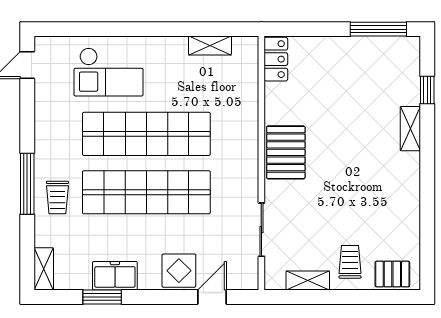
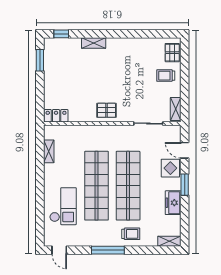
window: (378, 29) -> (40, 60), width x0.69
window: (427, 90) -> (61, 34), moved
pallet: (286, 152) -> (106, 110), width x0.67, depth x0.71
window: (27, 184) -> (108, 250), moved
shelving: (308, 280) -> (176, 109), moved
window: (102, 297) -> (185, 185), moved

